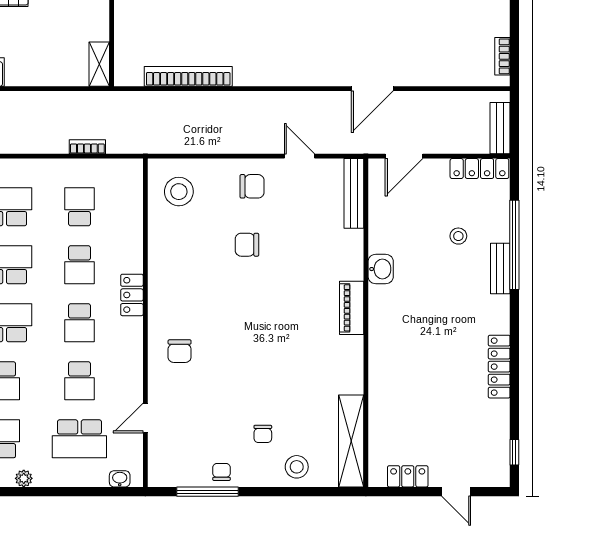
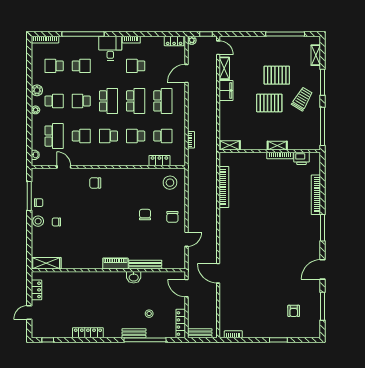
bench: (354, 193) -> (145, 265), moved
locker: (132, 295) -> (159, 161), moved
school desk: (79, 381) -> (81, 136), turned 180
school desk: (79, 439) -> (54, 136), turned 180
shelving: (351, 441) -> (46, 263), width x0.68
stool: (297, 467) -> (38, 221), moved

